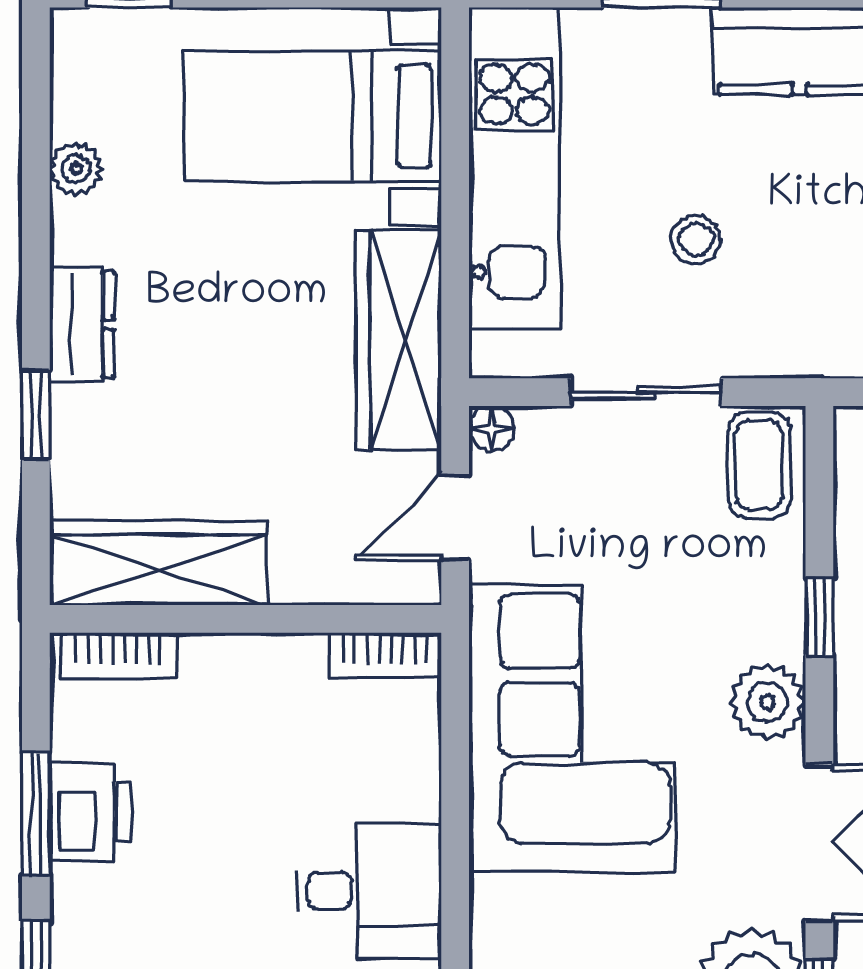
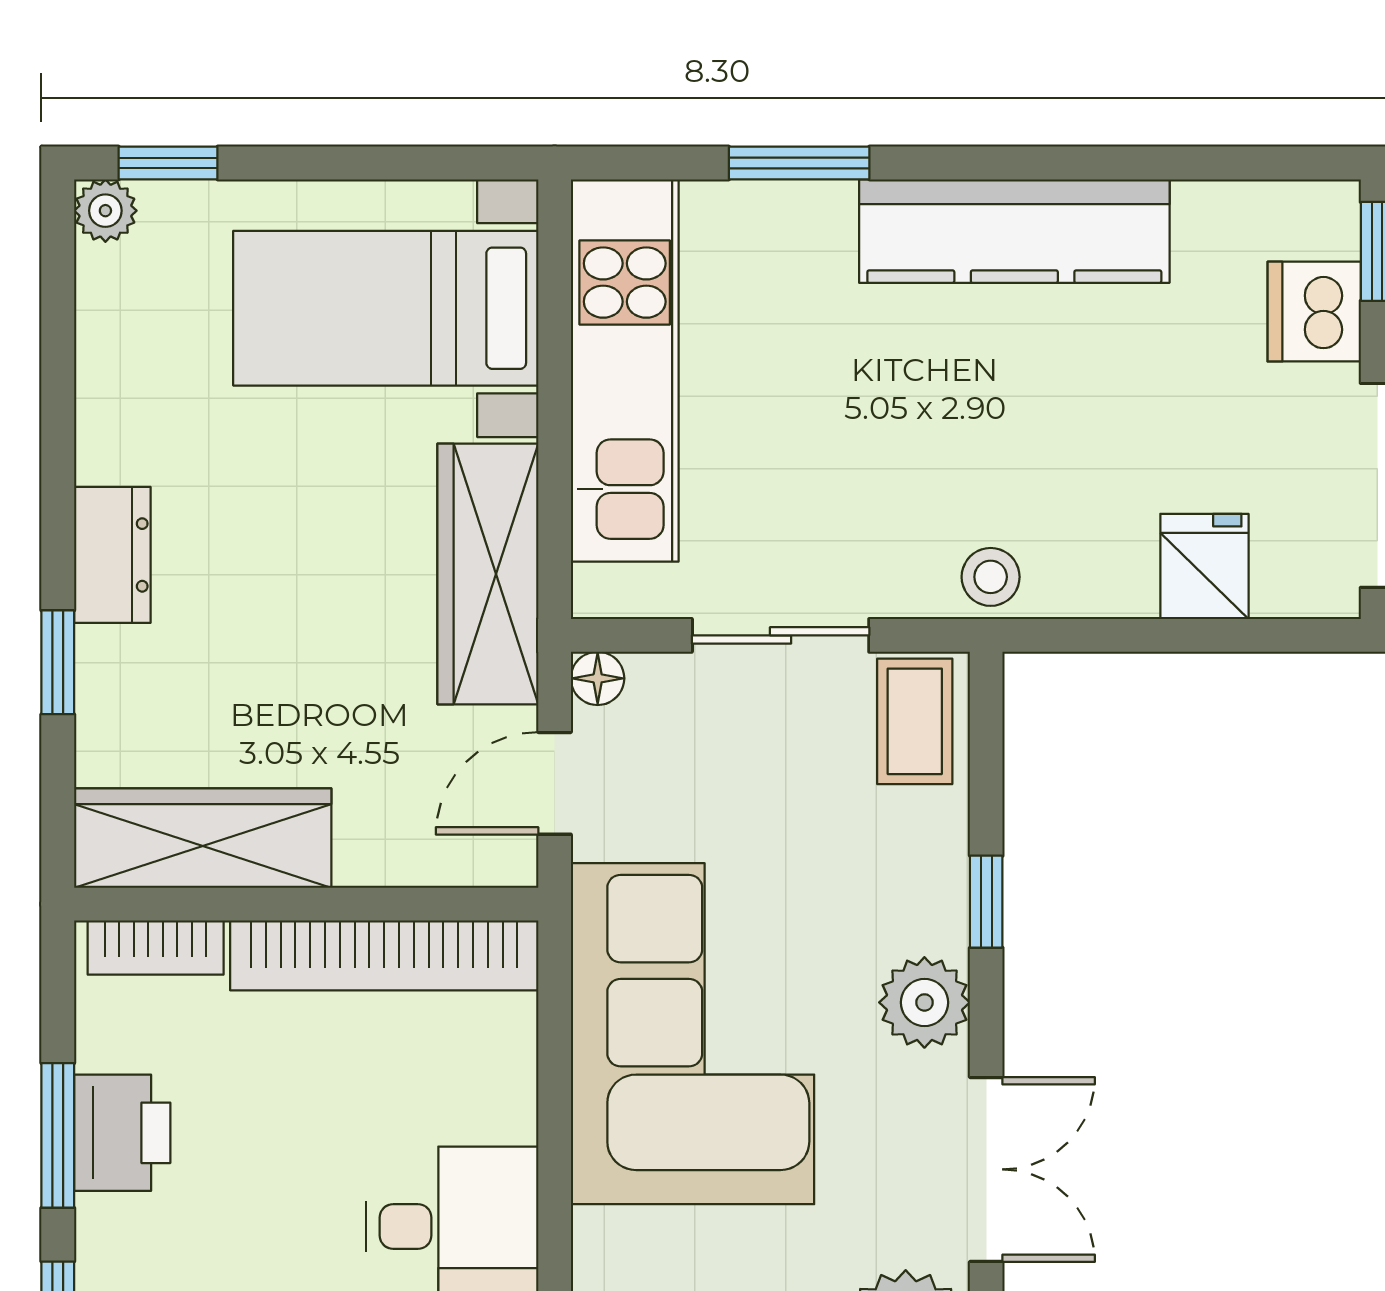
plant: (76, 169) -> (105, 211), moved
stool: (696, 239) -> (991, 577), moved
bookcase: (385, 655) -> (384, 955), width x2.31, depth x1.31

